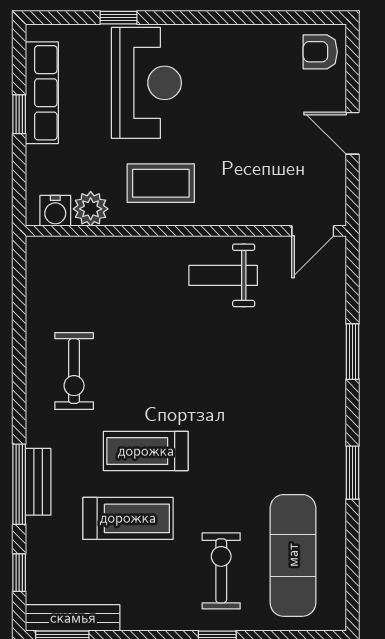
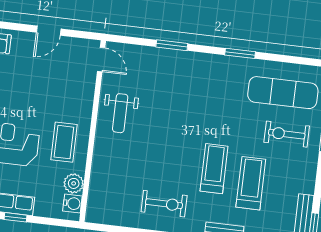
treadmill: (146, 451) -> (214, 169), turned 180

